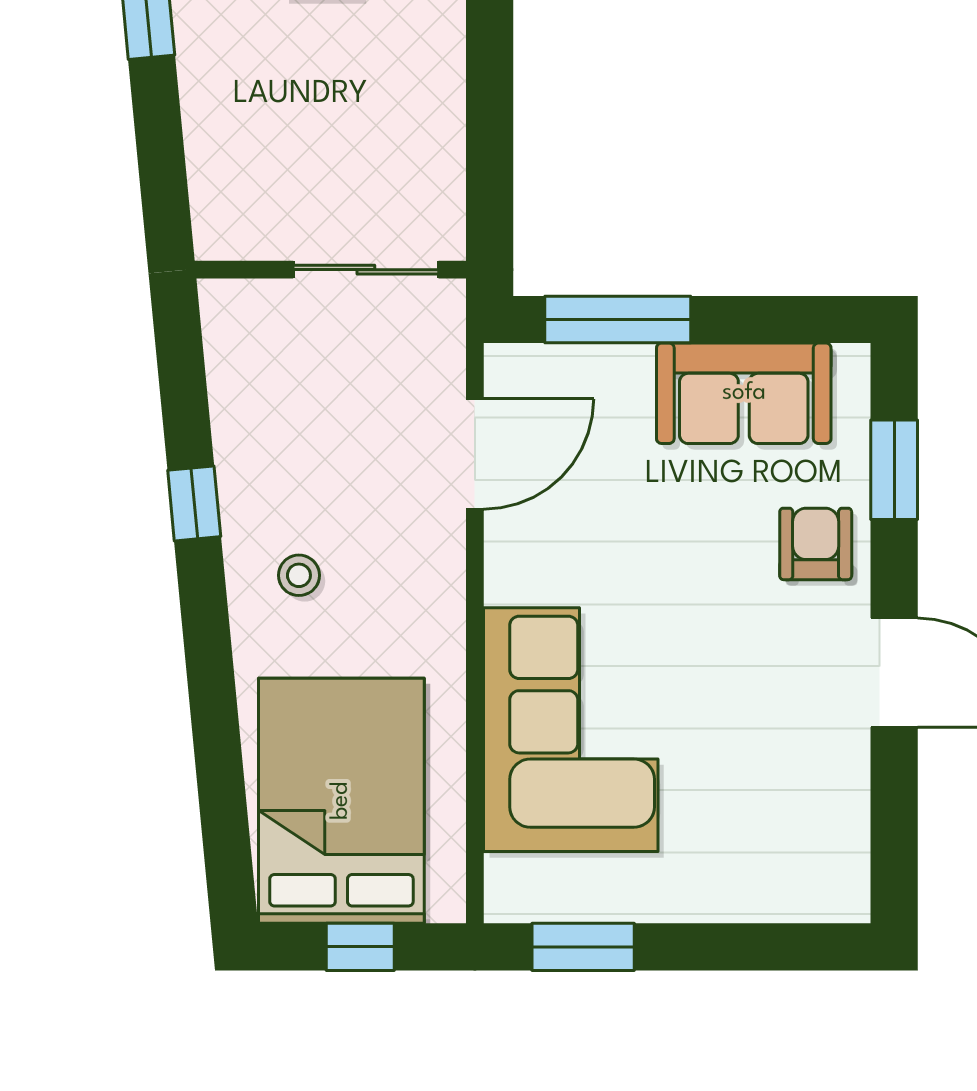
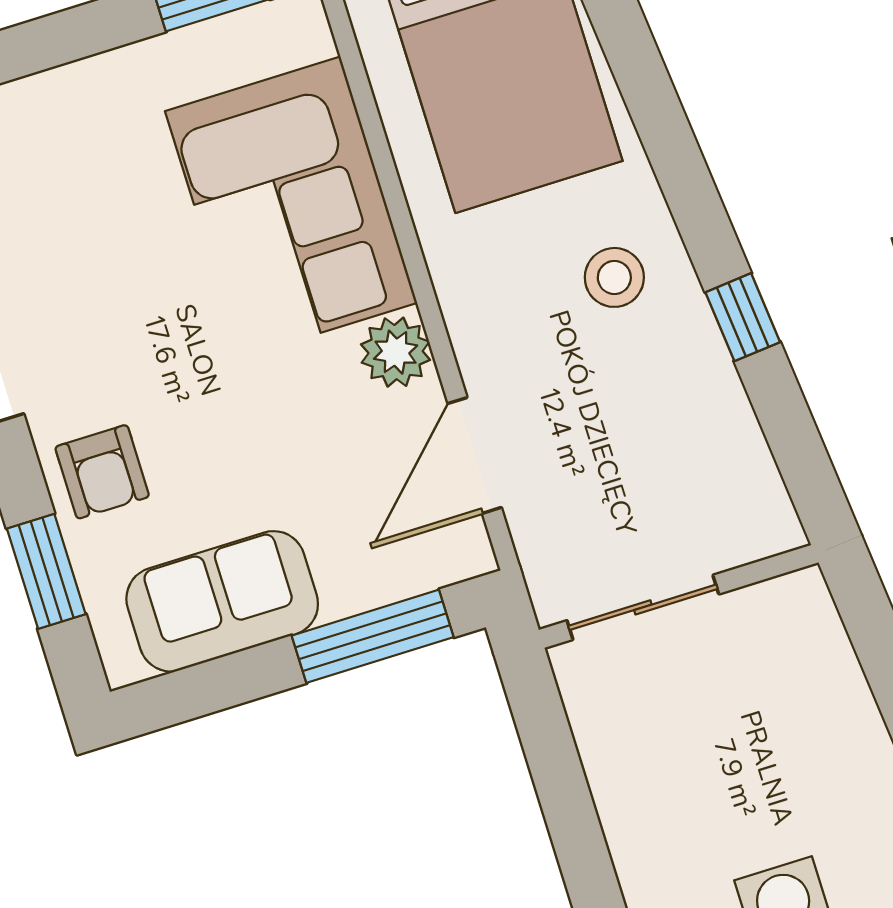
plant: (517, 569) -> (396, 352), added
stool: (299, 575) -> (614, 277), width x1.37, depth x1.37

